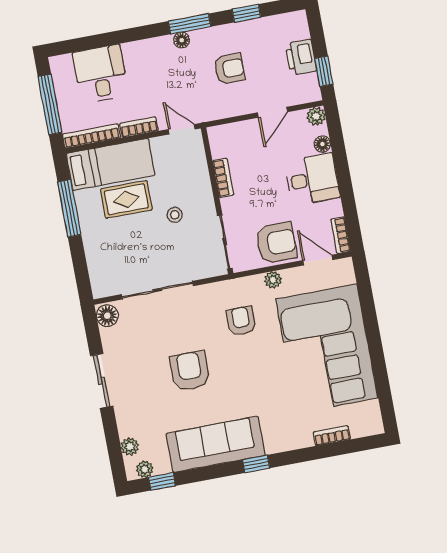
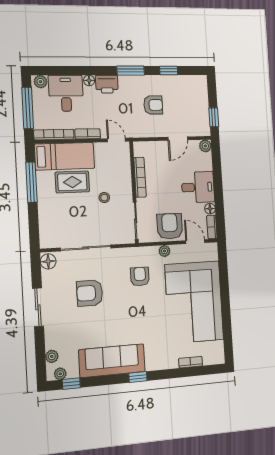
floor lamp: (182, 40) -> (89, 80), moved
printer: (301, 57) -> (107, 84), moved, turned -90
plant: (63, 64) -> (41, 82), added
floor lamp: (322, 144) -> (210, 209), moved
bookcase: (223, 178) -> (140, 177), width x1.56
armchair: (276, 243) -> (170, 226), turned -90
armchair: (190, 371) -> (90, 293), moved, turned -90

